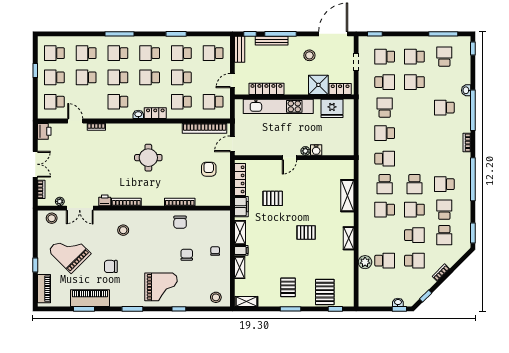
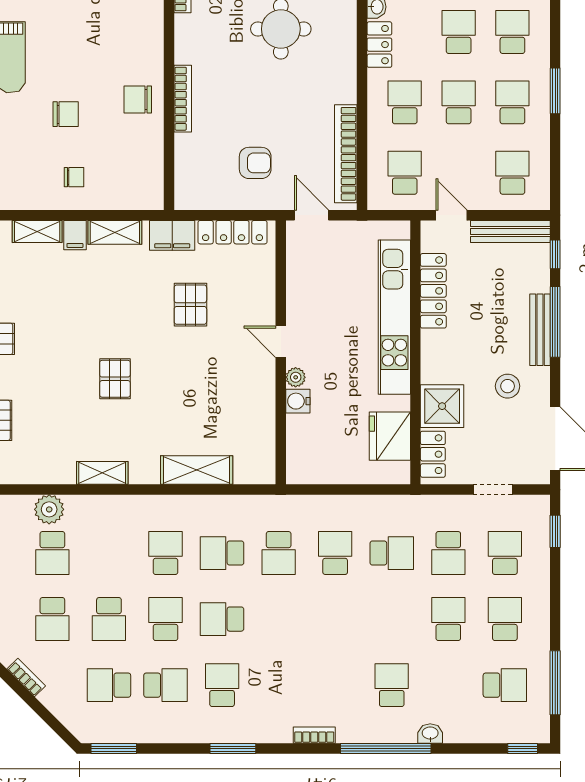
bench: (272, 41) -> (540, 330), moved
bench: (240, 49) -> (510, 231), width x1.36
window: (473, 179) -> (233, 749), width x0.47

